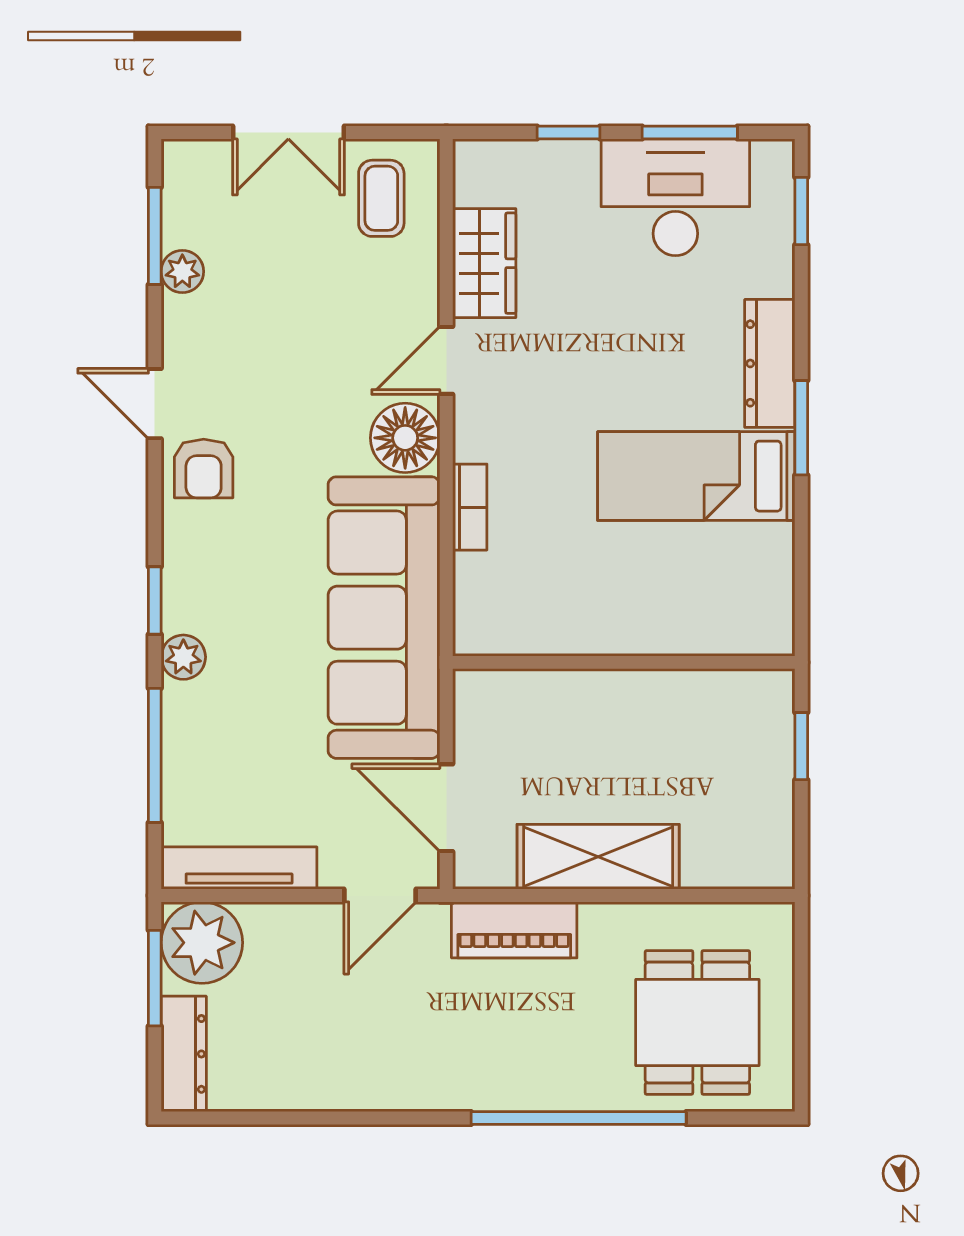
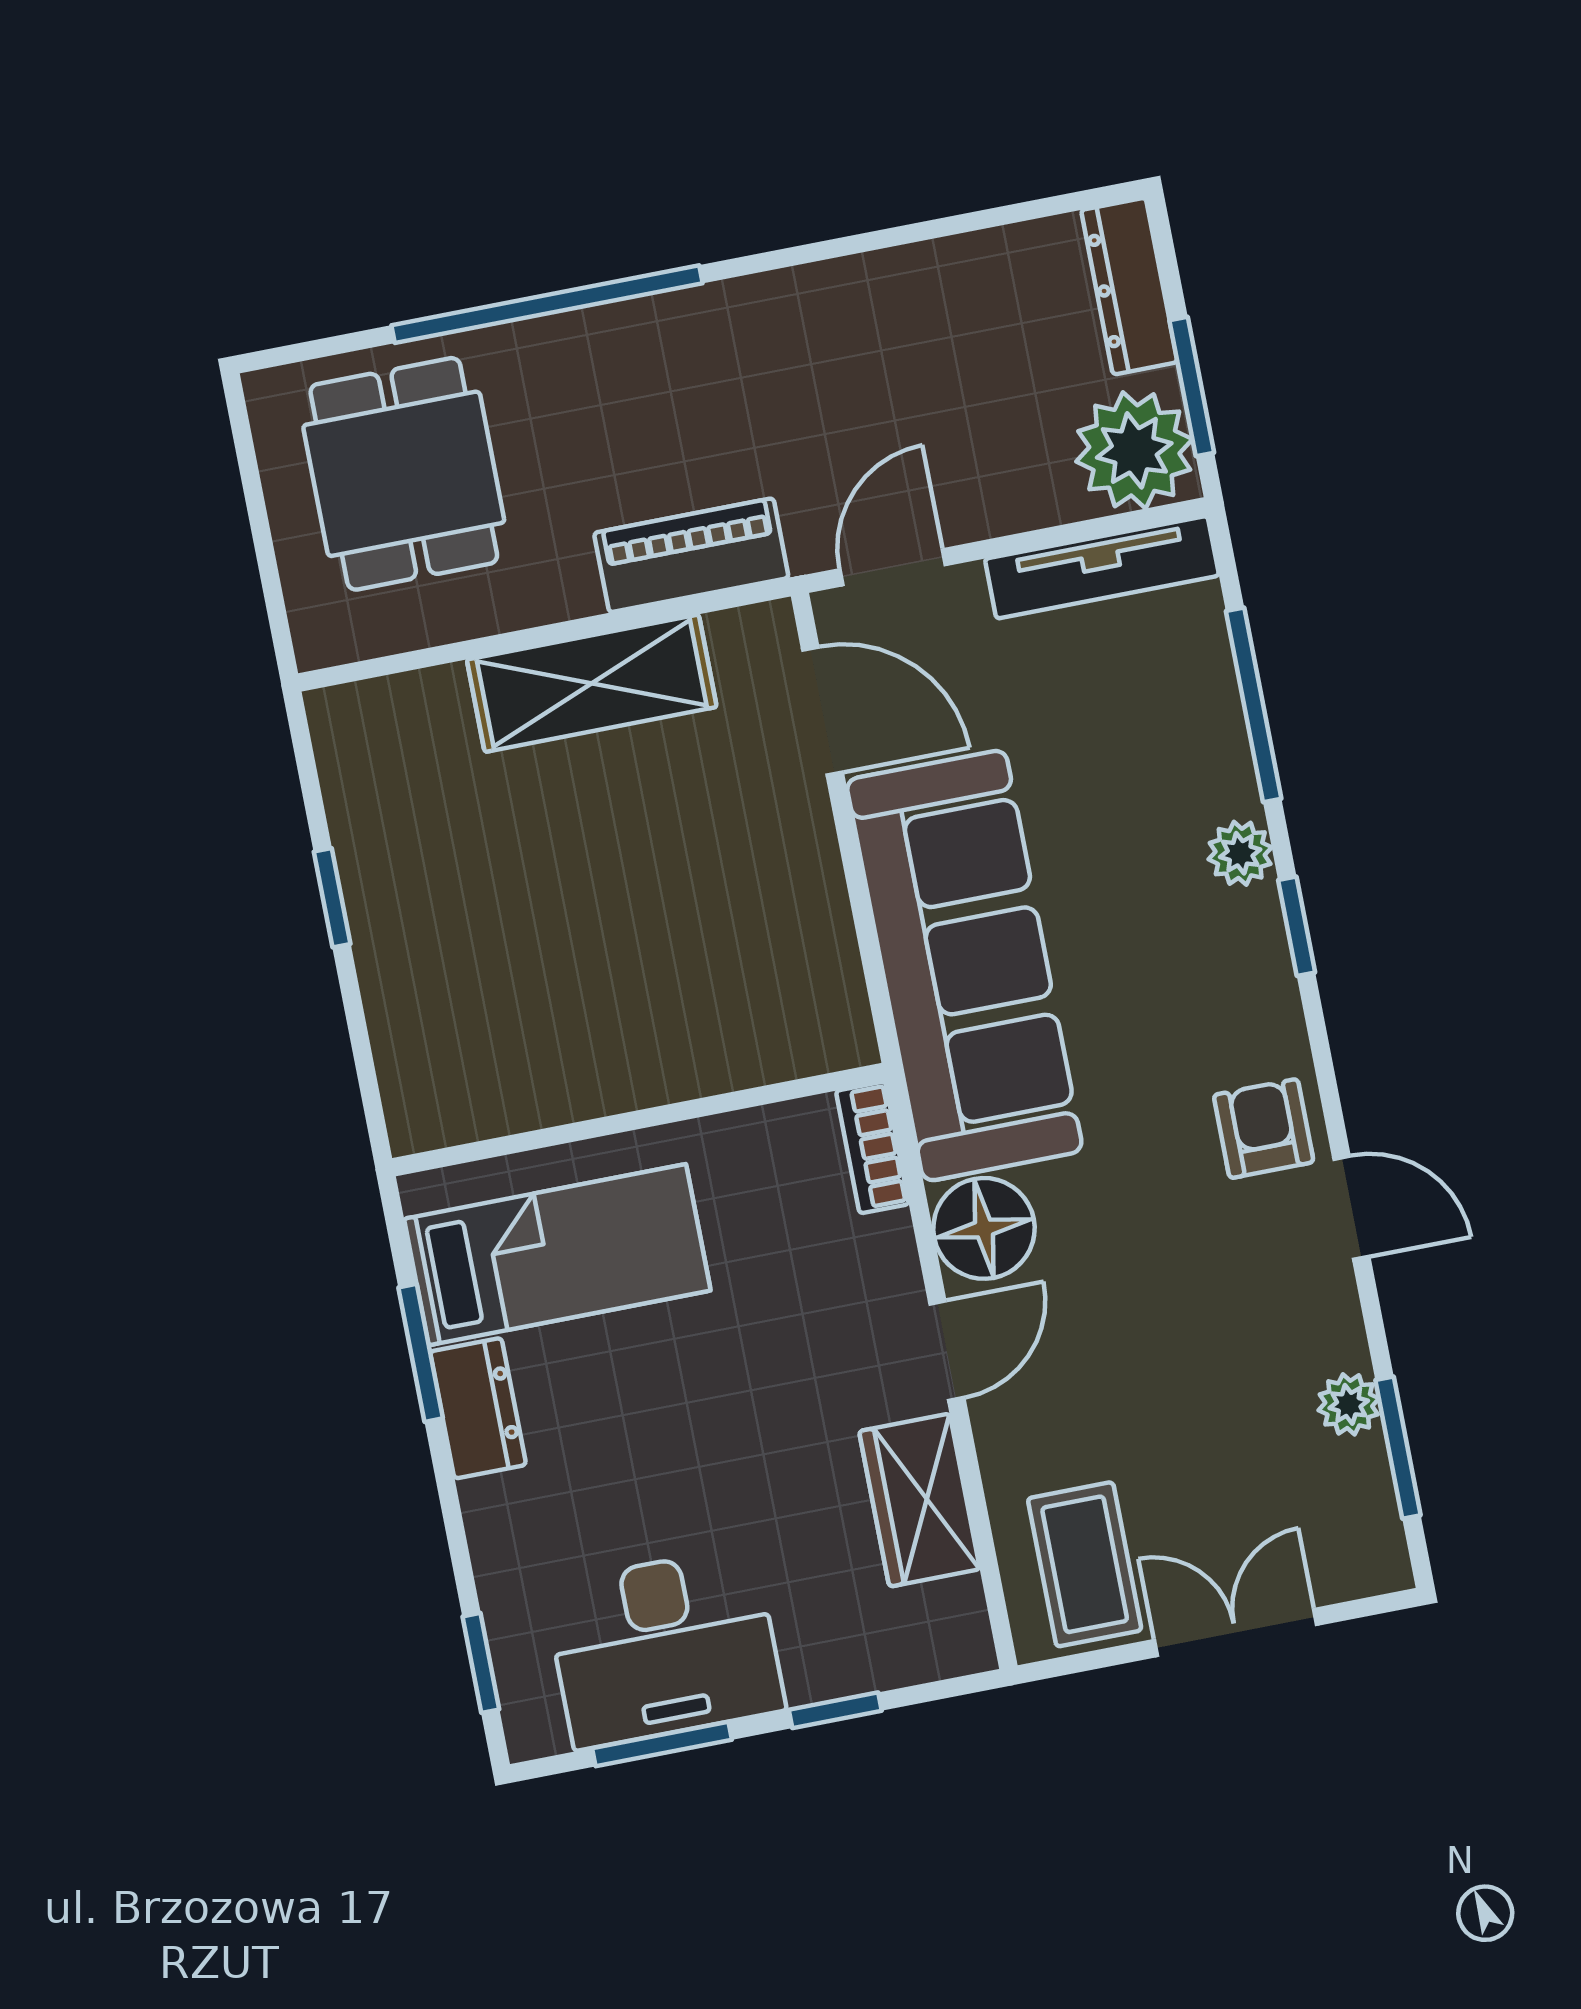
coffee table: (381, 198) -> (1085, 1564), width x1.36, depth x1.30
dresser: (770, 363) -> (478, 1408), width x0.70
wall: (624, 662) -> (639, 1120), moved

